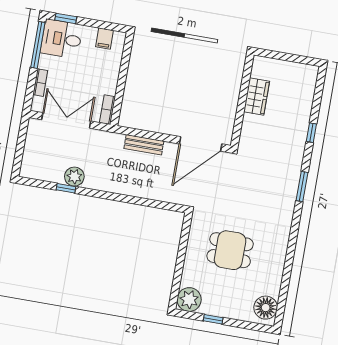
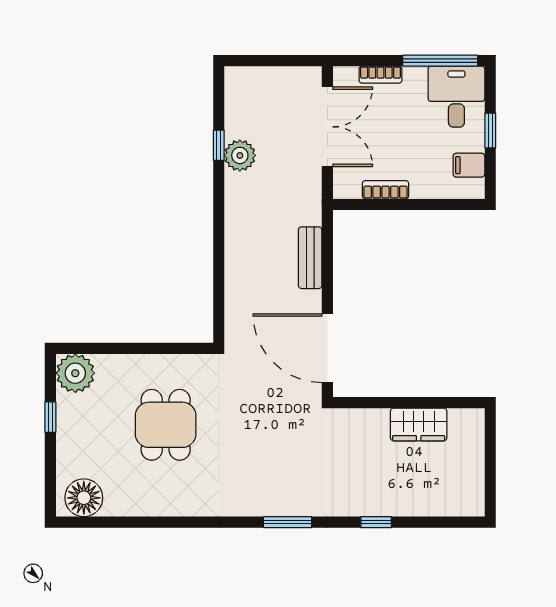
window: (66, 18) -> (490, 130), moved
bookcase: (107, 110) -> (385, 190), moved

